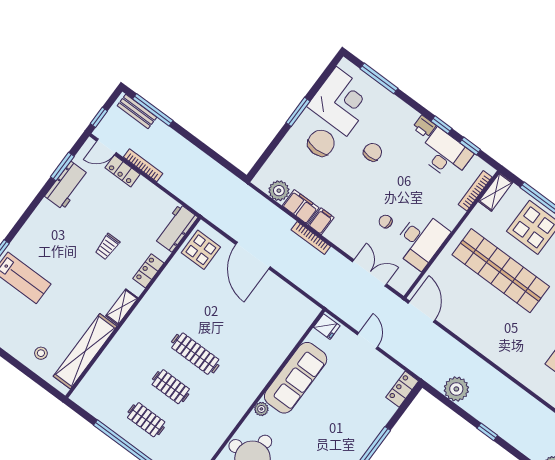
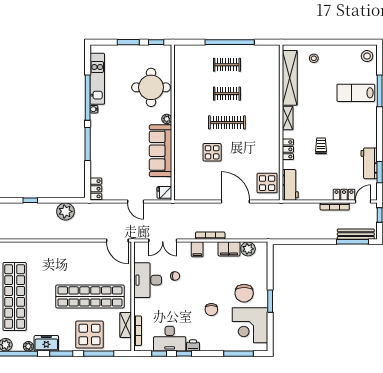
bench: (137, 111) -> (356, 234), width x1.36
shelving: (496, 192) -> (126, 325), moved
filing cabinet: (321, 221) -> (197, 249), moved
display table: (238, 332) -> (212, 152), added

